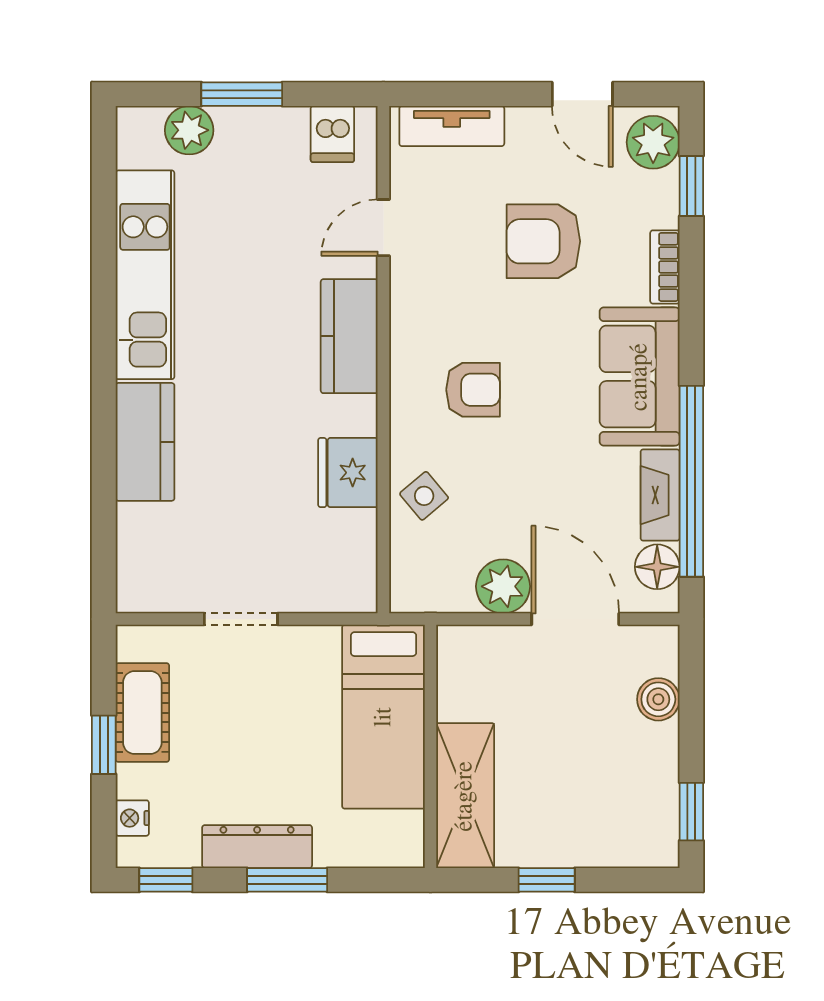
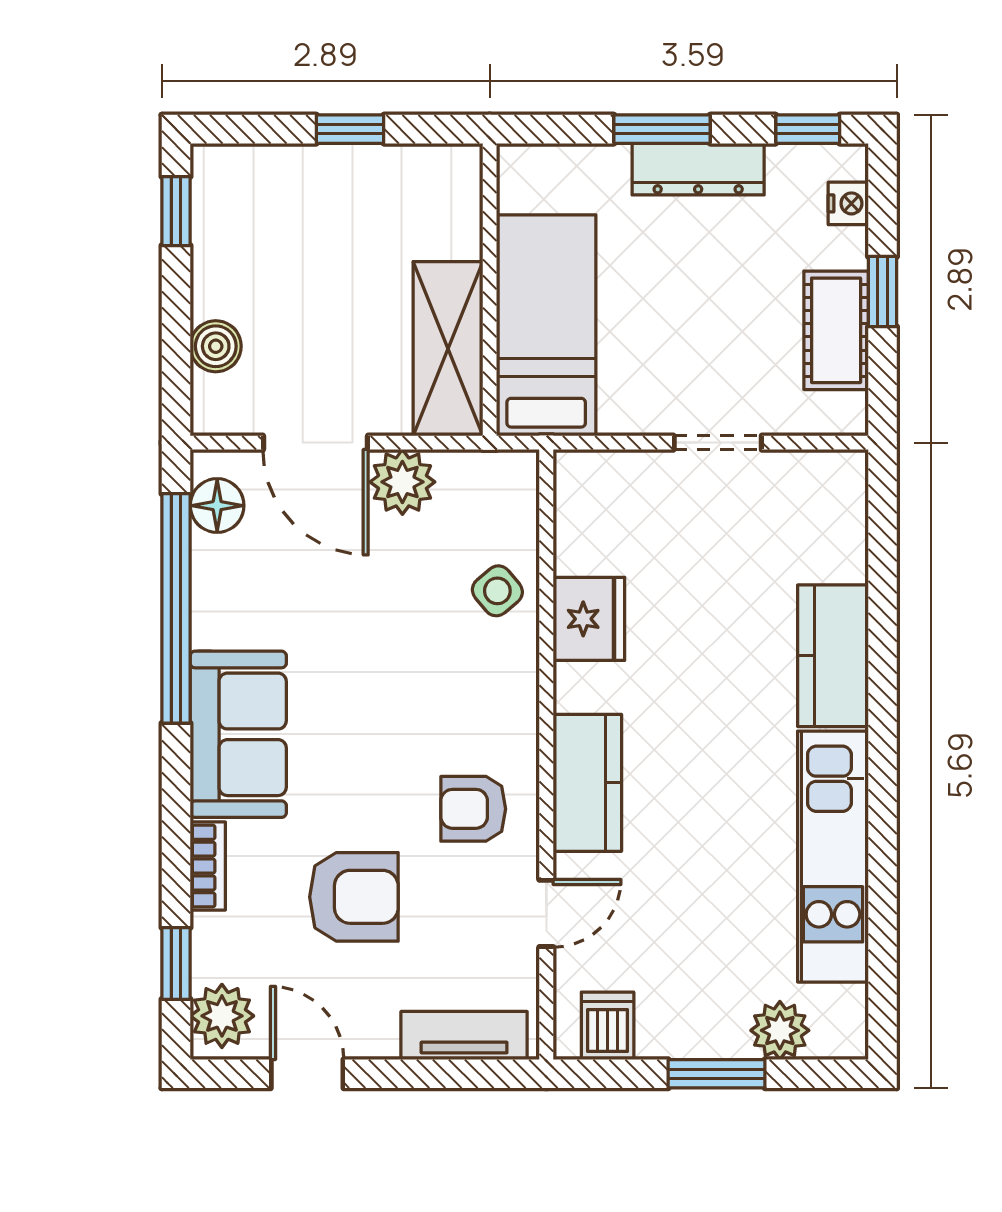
armchair: (473, 390) -> (473, 809), moved
fireplace: (660, 495) -> (214, 592), removed
shelving: (465, 796) -> (448, 349), moved

